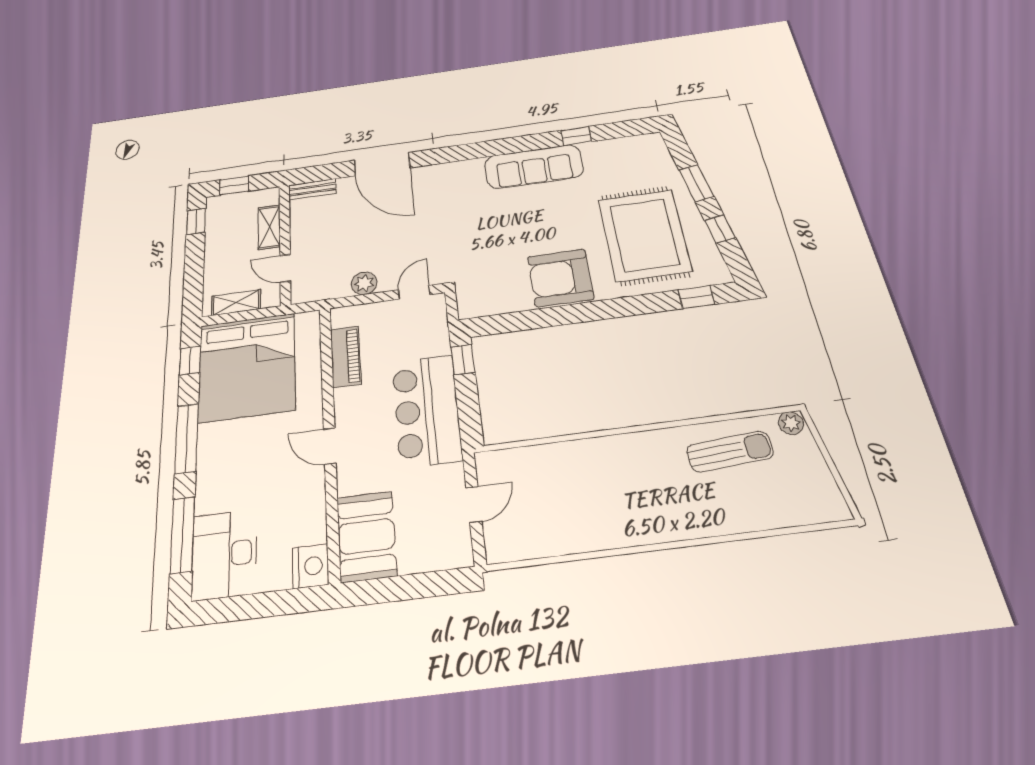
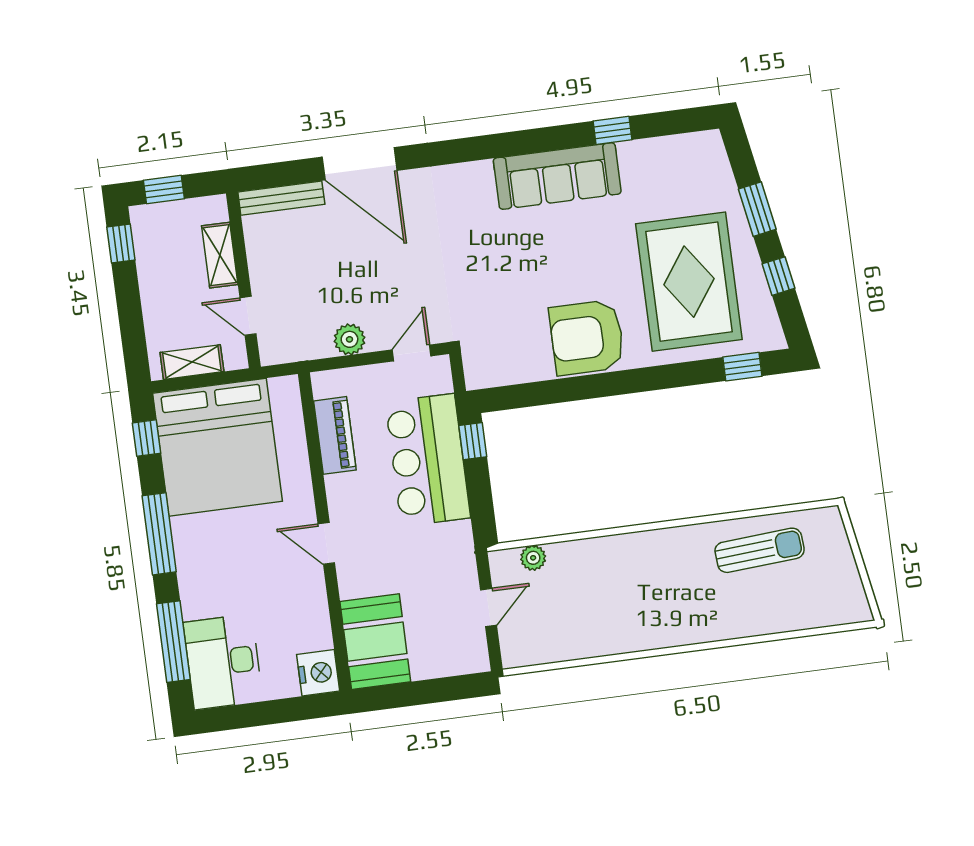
bench: (312, 189) -> (281, 198), width x1.36
bar counter: (427, 410) -> (428, 460), moved
plant: (791, 423) -> (533, 558), moved

